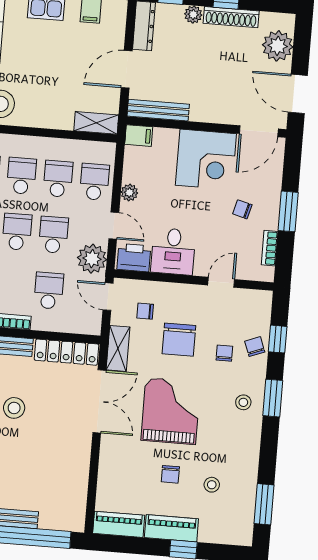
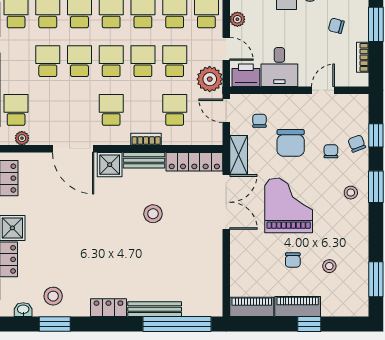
chair: (145, 311) -> (259, 121), turned 90

